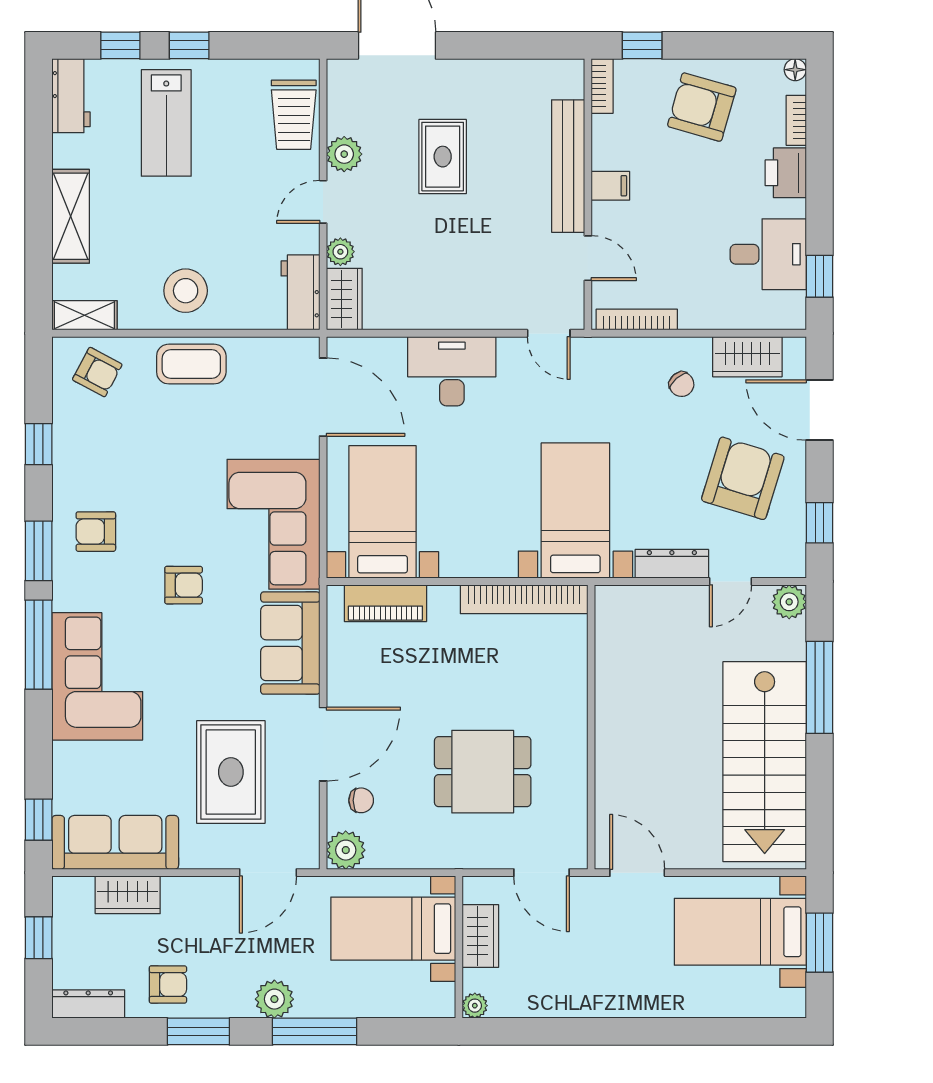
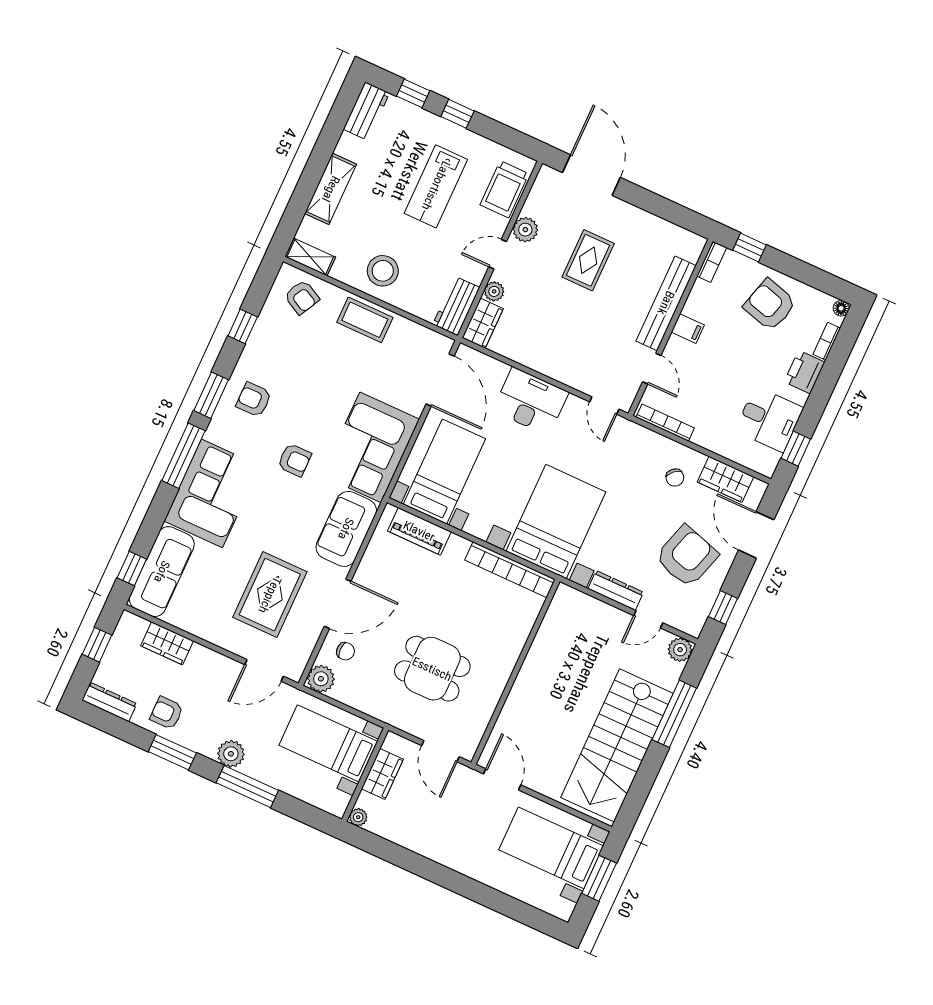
lab bench: (166, 123) -> (436, 186), moved
bed with nightstands: (575, 511) -> (556, 522), width x1.36
sofa: (115, 842) -> (162, 572), moved, turned 90
armchair: (168, 984) -> (167, 713), turned 180

